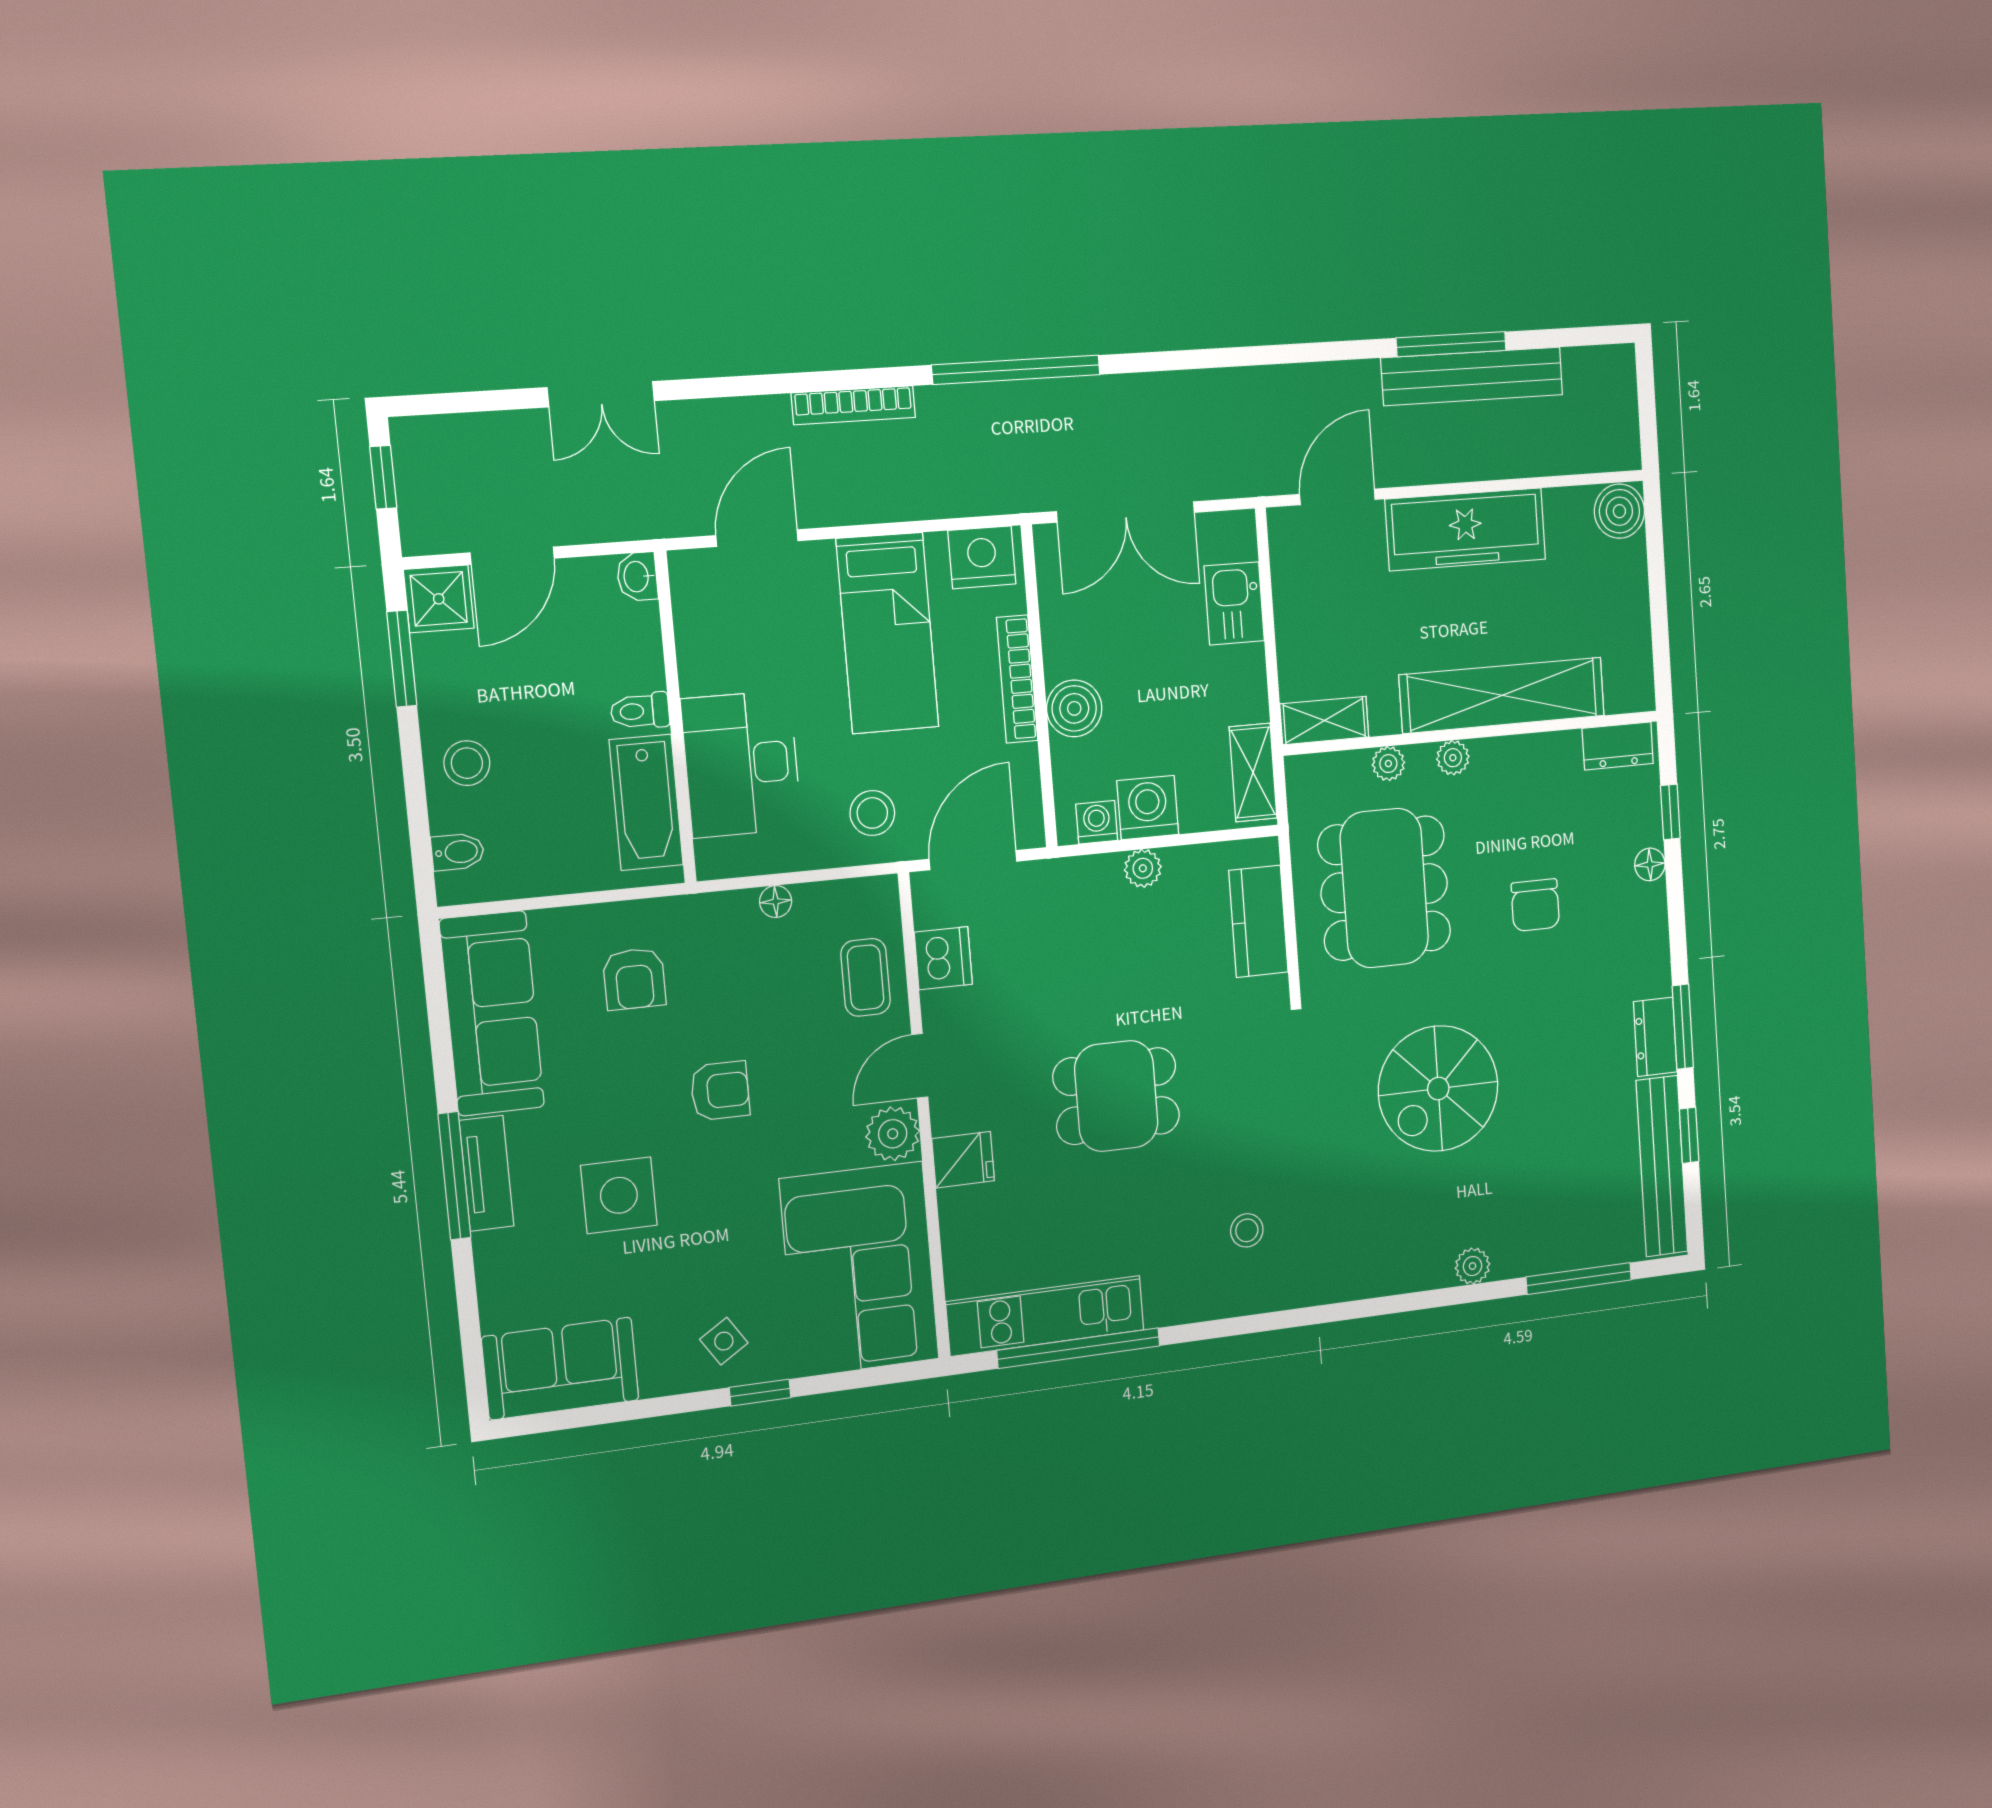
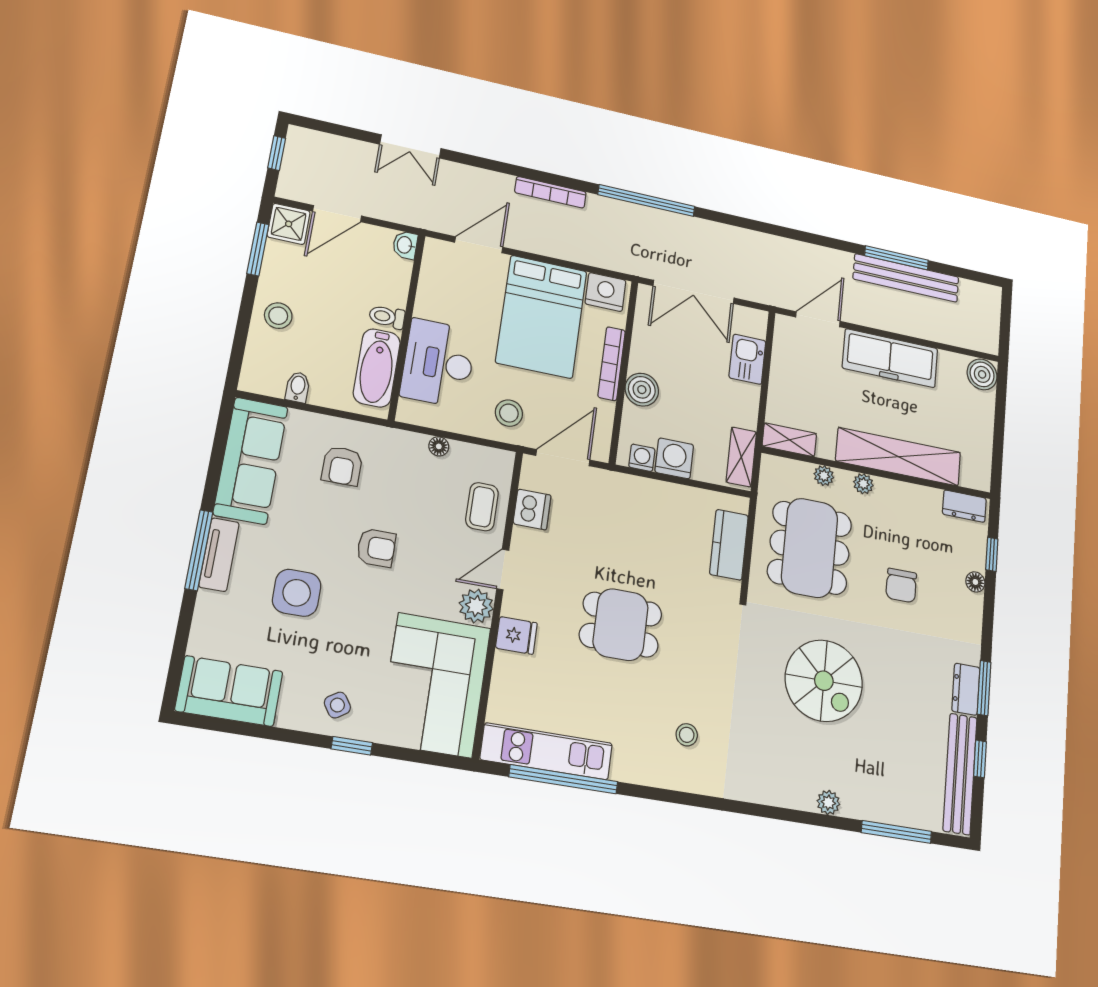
bed: (888, 633) -> (542, 317), width x1.50
bidet: (458, 852) -> (298, 387), moved, turned -90
plant: (1143, 868) -> (664, 493), removed
spiral stairs: (1438, 1089) -> (824, 681), turned -90

